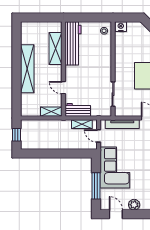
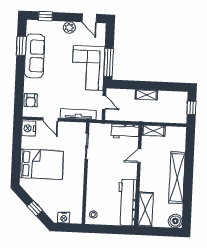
nightstand: (121, 27) -> (64, 218), moved
boiler: (27, 28) -> (175, 221), added
shelving: (56, 49) -> (145, 209), moved
door: (64, 88) -> (139, 156), swing flipped
shelving: (82, 124) -> (146, 95), moved
window: (96, 186) -> (109, 63), moved

